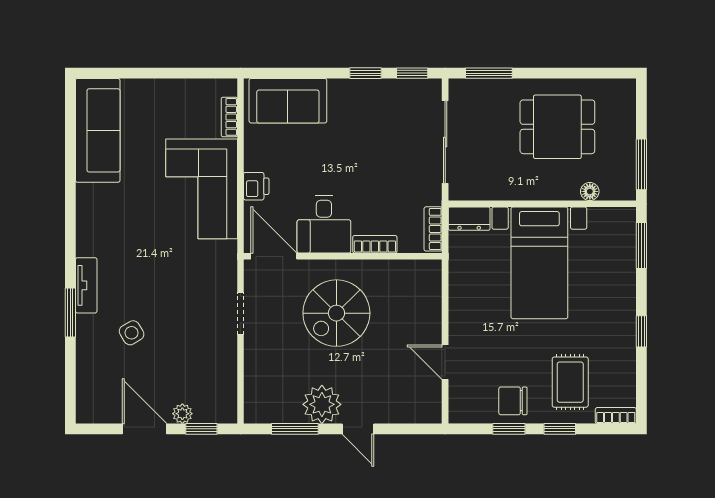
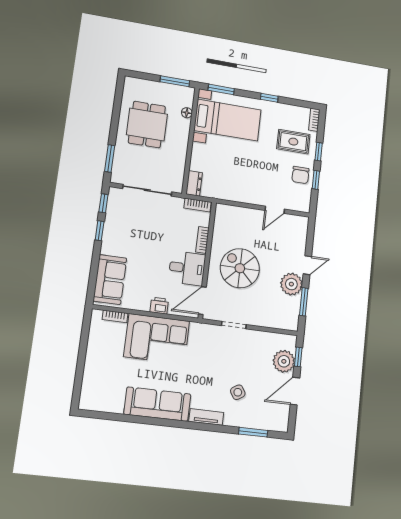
sofa: (98, 130) -> (157, 404), moved
bed with nightstands: (539, 263) -> (228, 120), moved
window: (70, 313) -> (253, 432), moved
spiral stairs: (336, 313) -> (240, 268), turned 180
plant: (182, 414) -> (284, 361), width x1.87, depth x1.87

